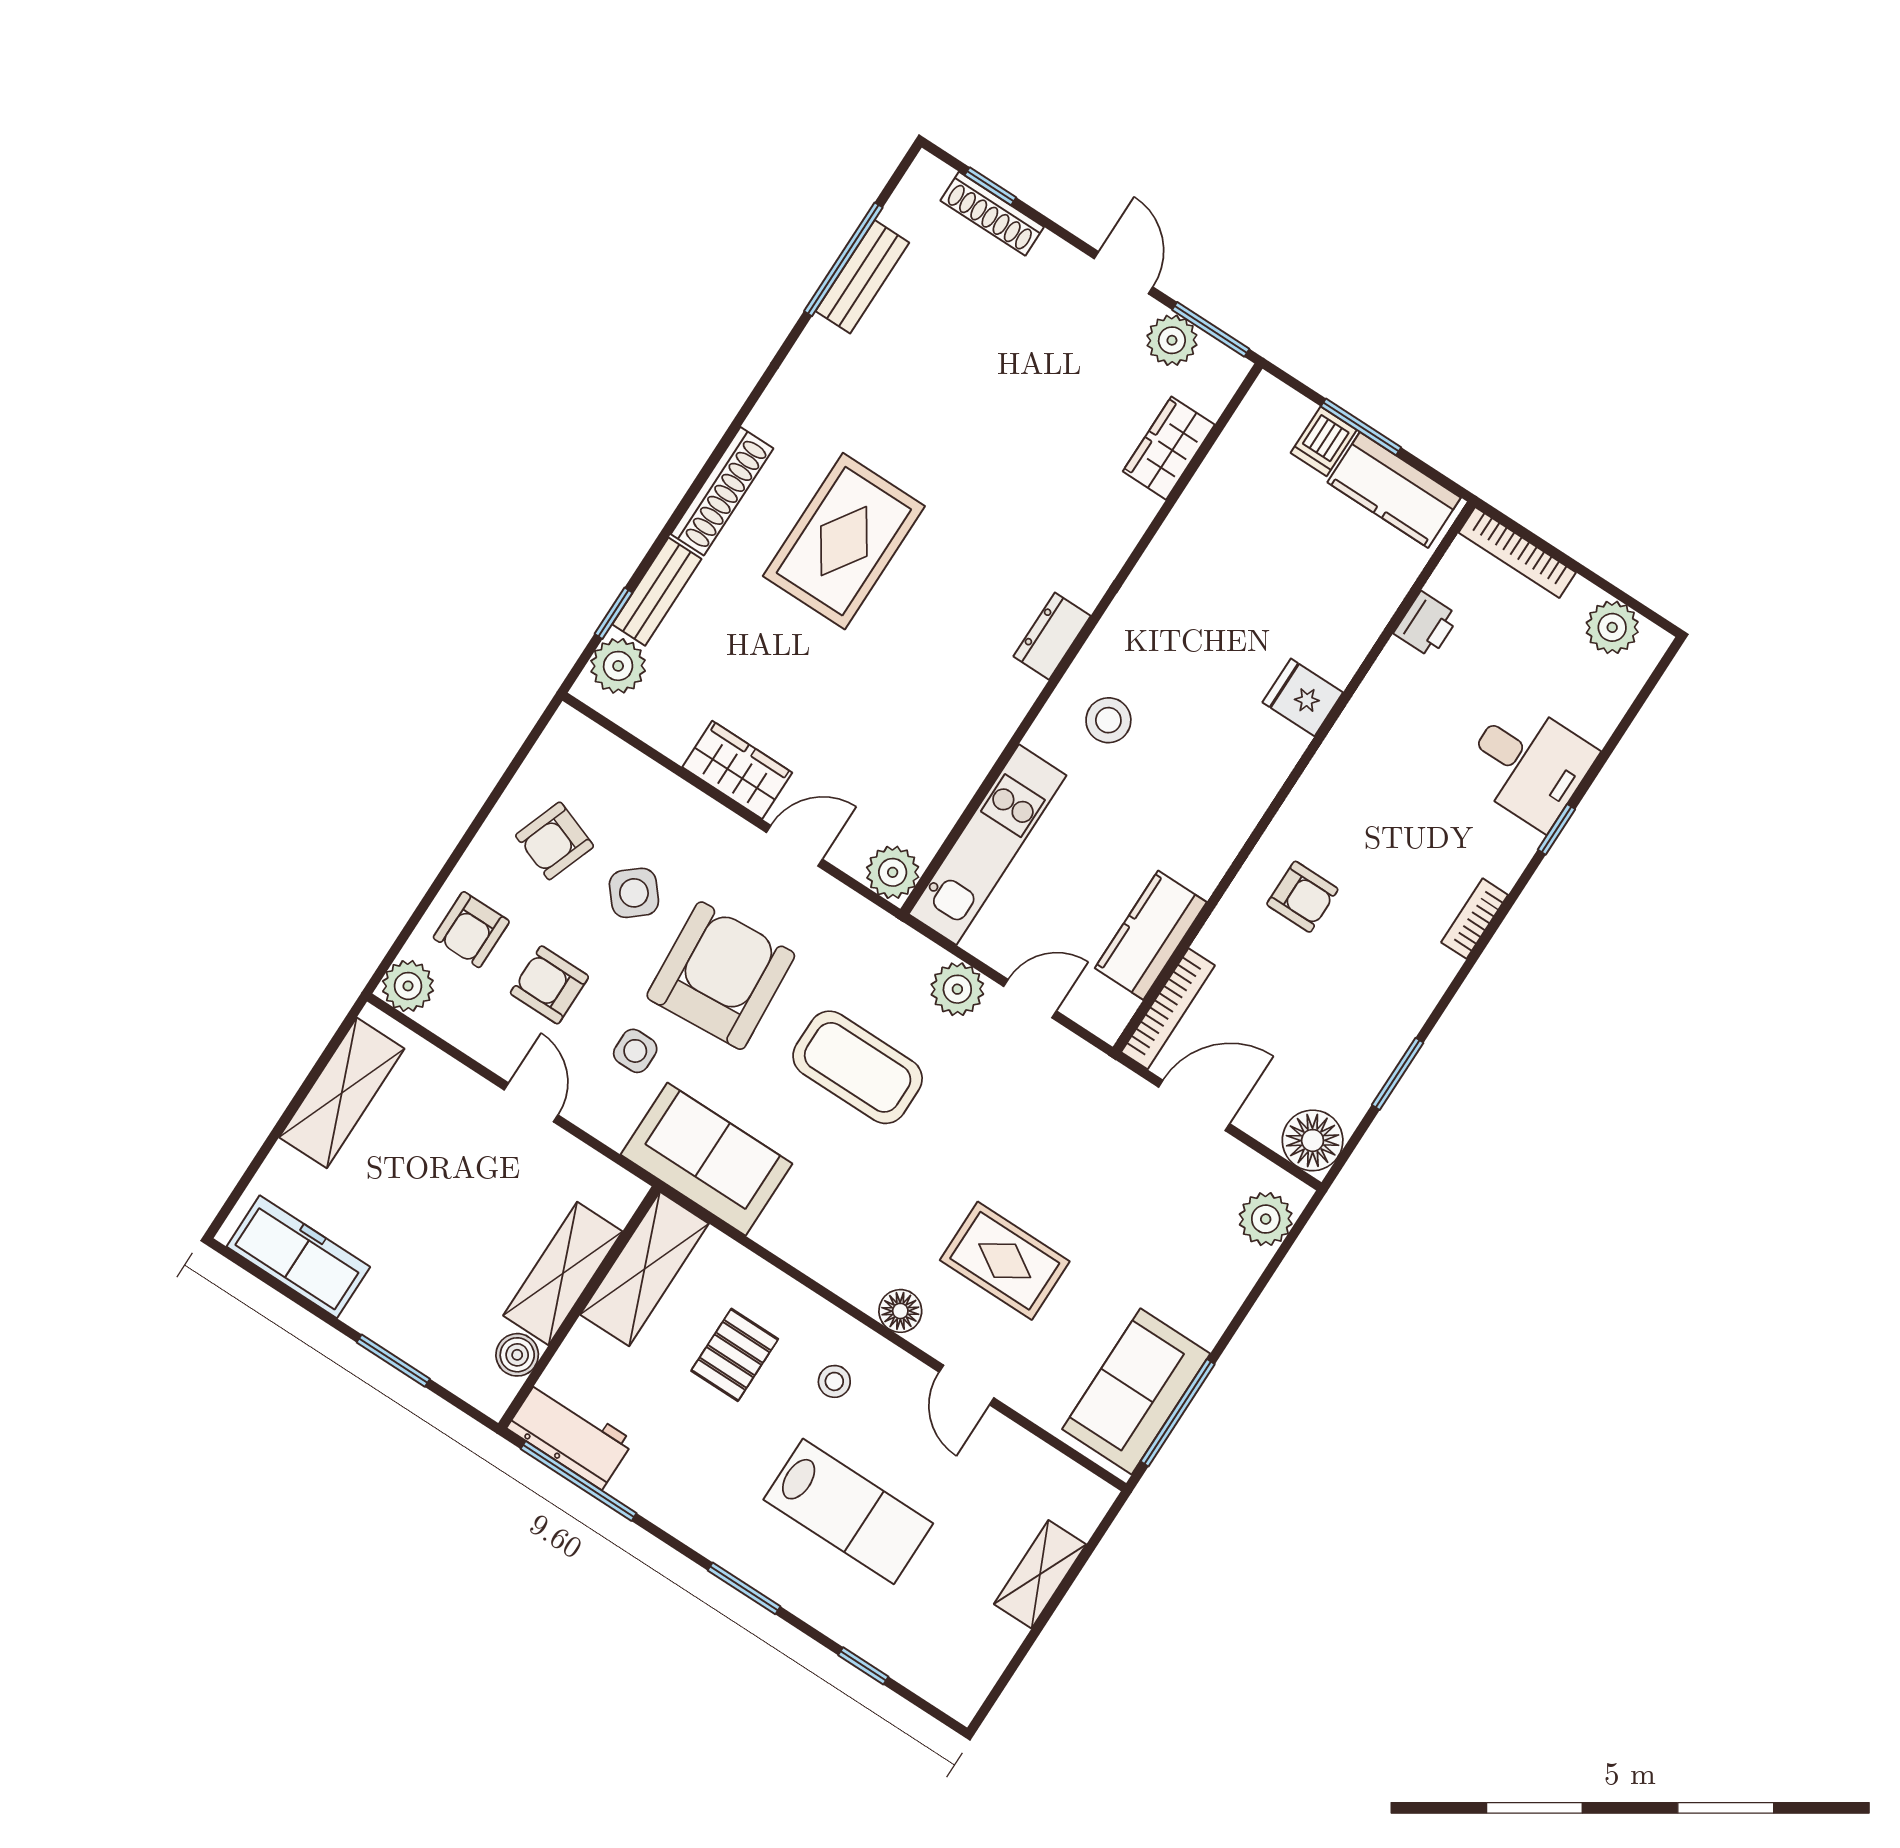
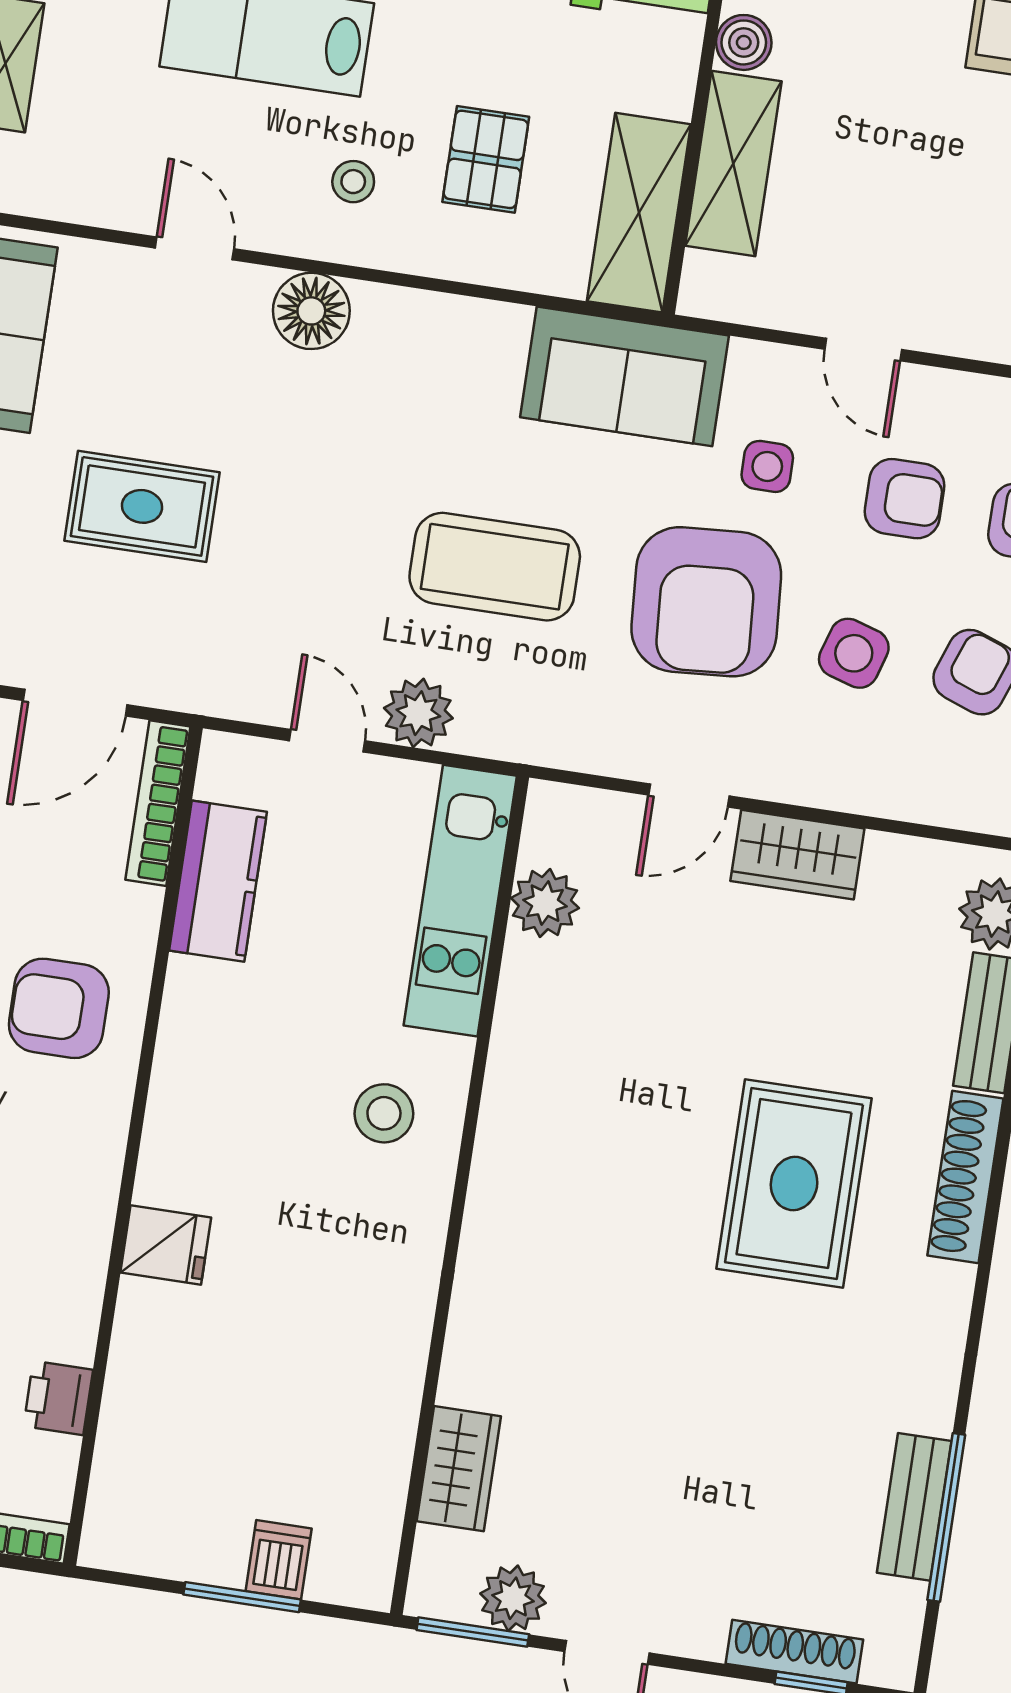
kitchen counter: (1394, 490) -> (169, 1540), removed
dresser: (1052, 636) -> (496, 1183), removed
plant: (893, 872) -> (545, 903), moved
side table: (634, 893) -> (854, 653), turned -33
armchair: (1302, 897) -> (59, 1008), width x1.38, depth x1.38
door: (1030, 999) -> (327, 741), swing flipped
rug: (1005, 1261) -> (142, 506), moved
floor lamp: (900, 1311) -> (311, 311), width x1.38, depth x1.38

